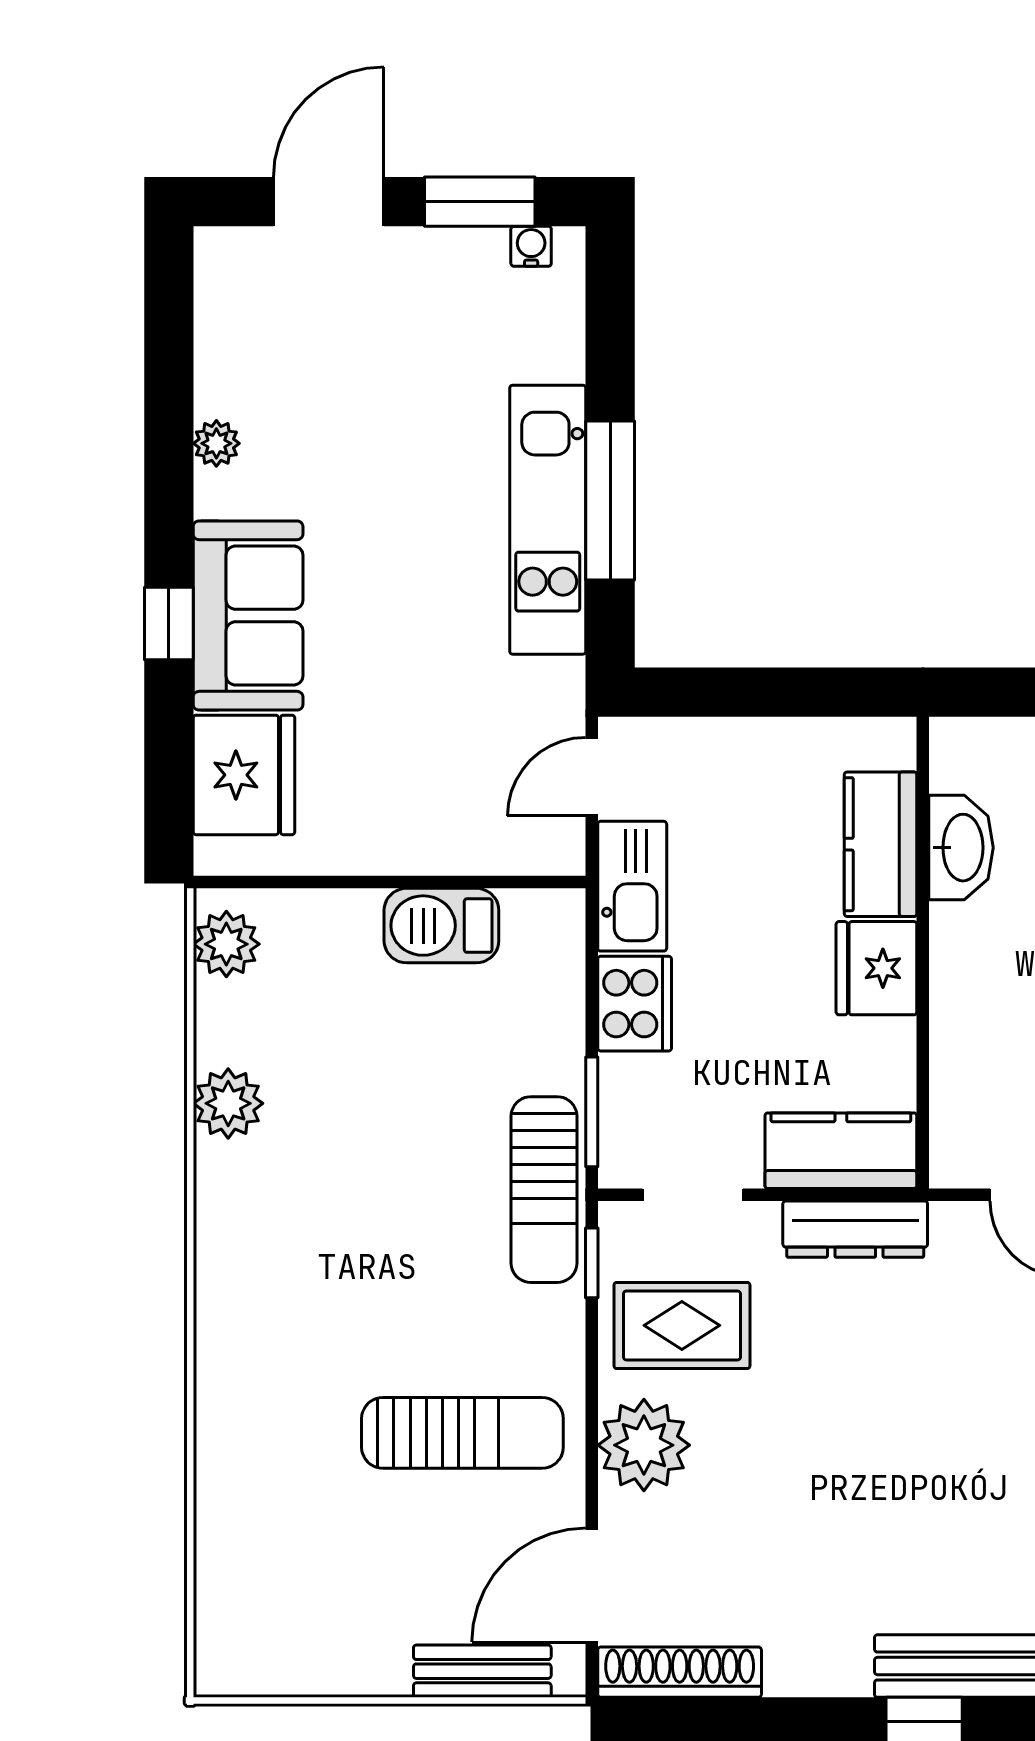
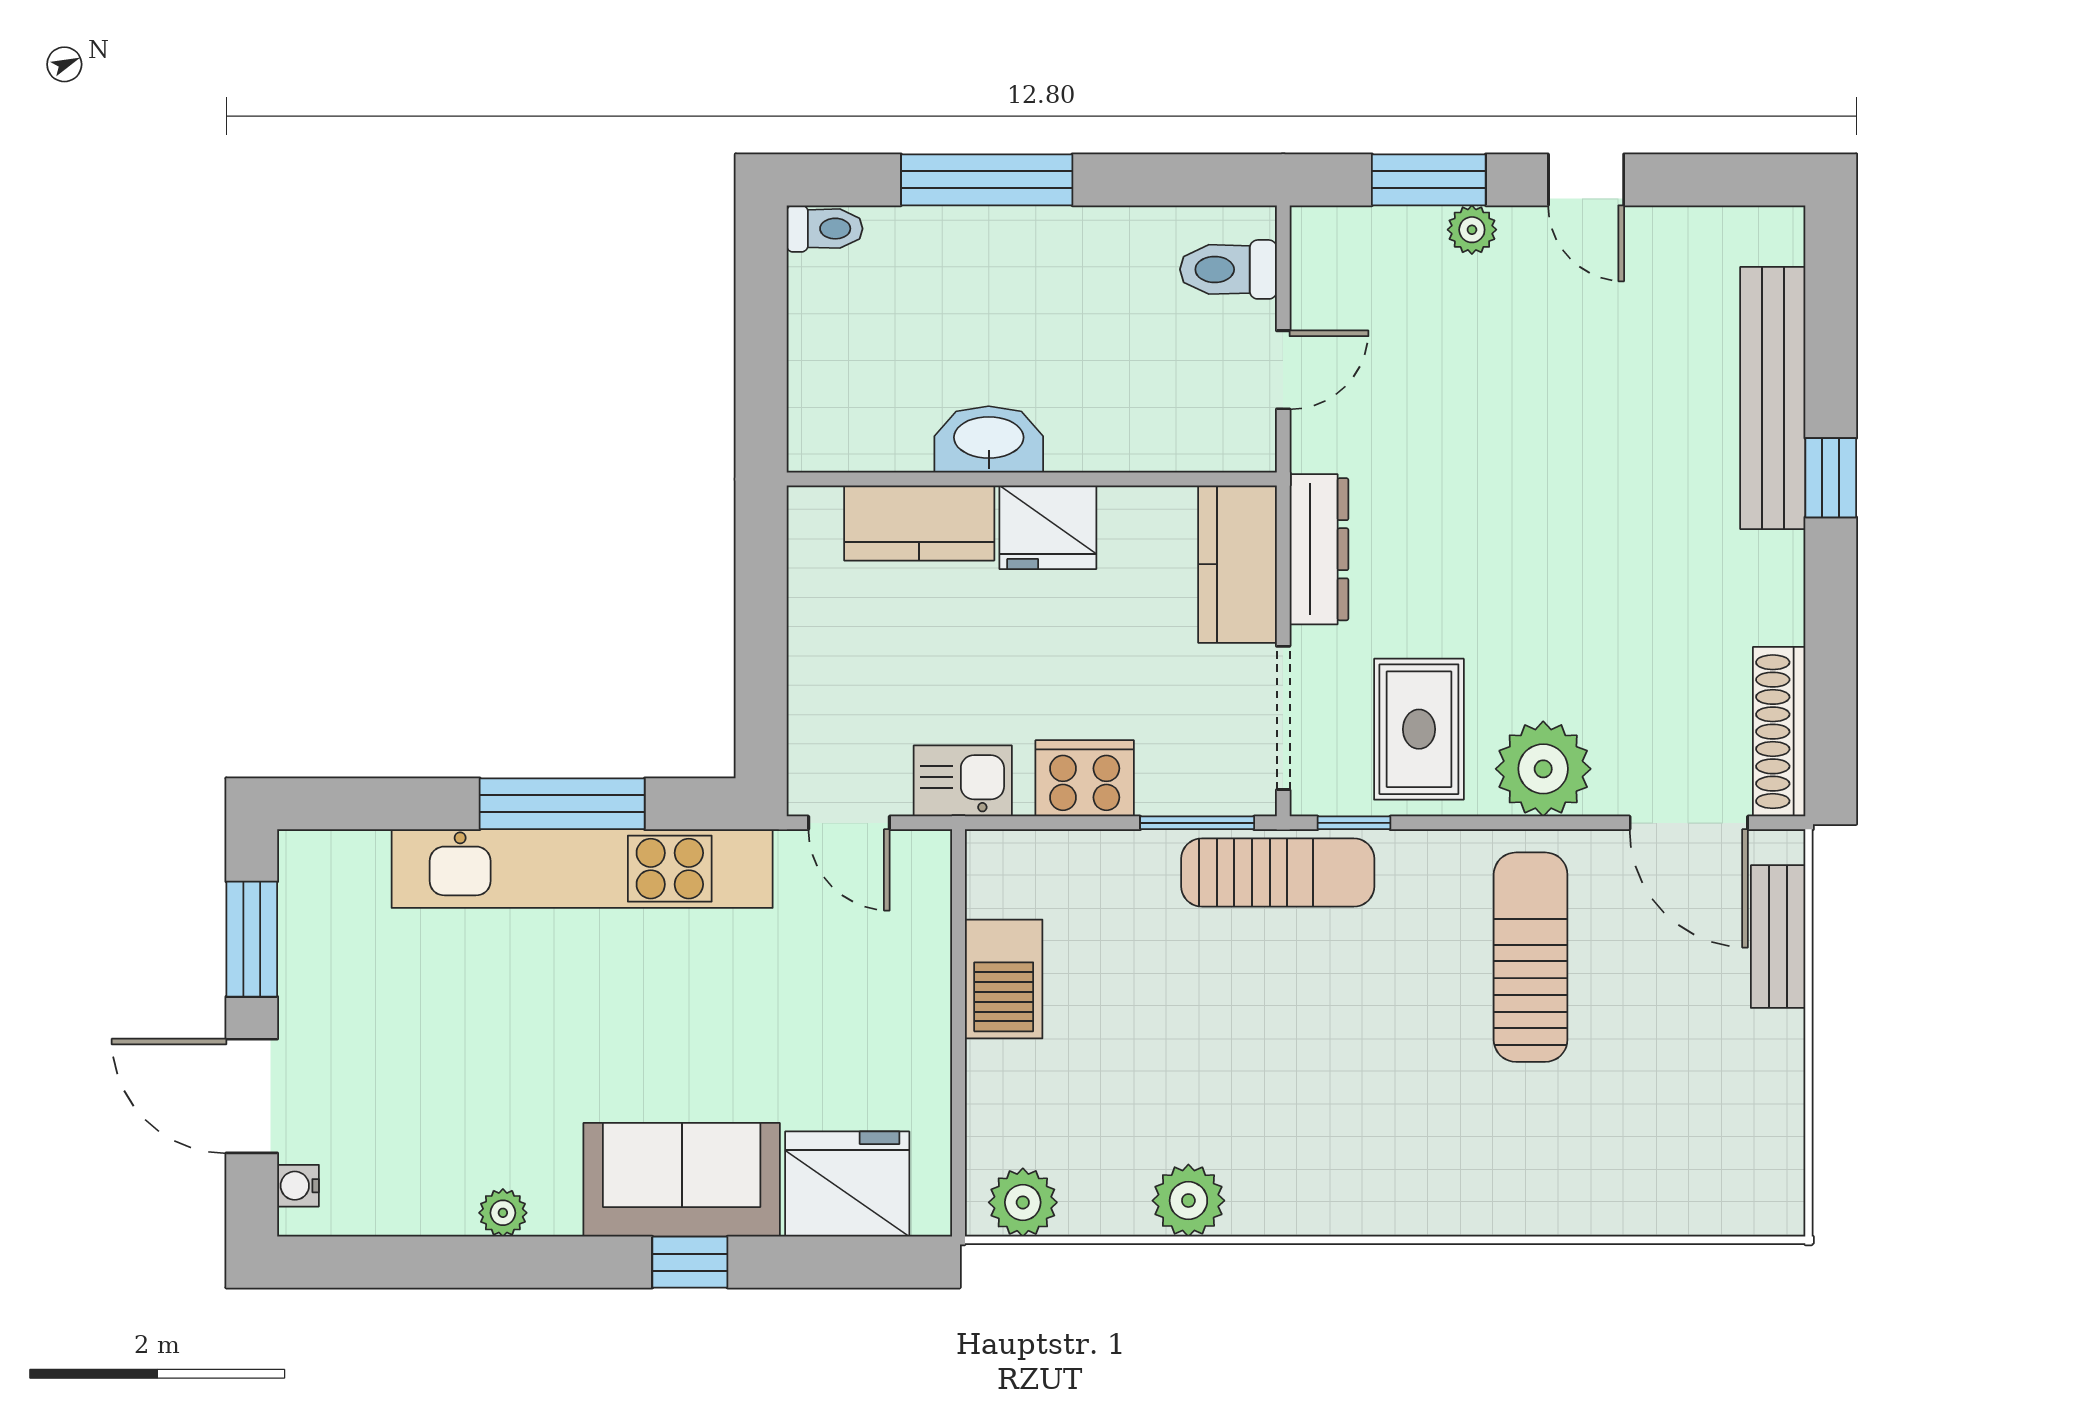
water cooler: (531, 246) -> (298, 1186), moved
kitchen unit: (548, 520) -> (582, 869), width x1.36
washbasin: (961, 848) -> (989, 439), moved
kitchen sink: (632, 886) -> (963, 781), width x0.73
doorway: (693, 1195) -> (1283, 718), width x1.38

